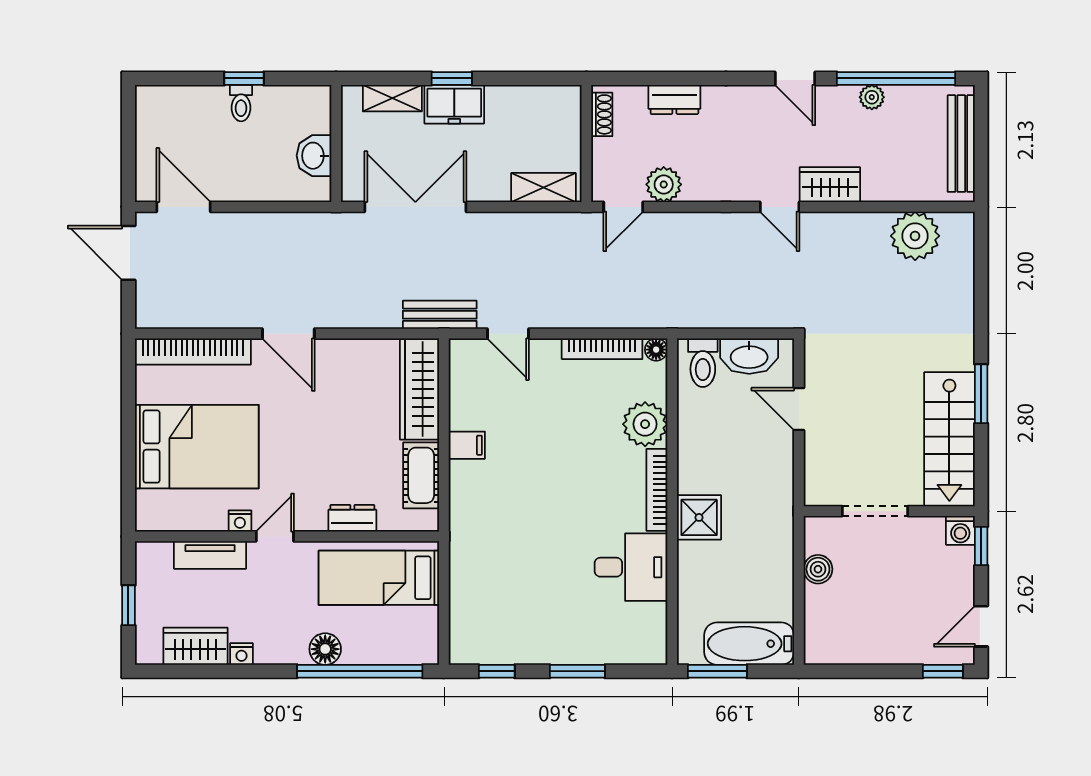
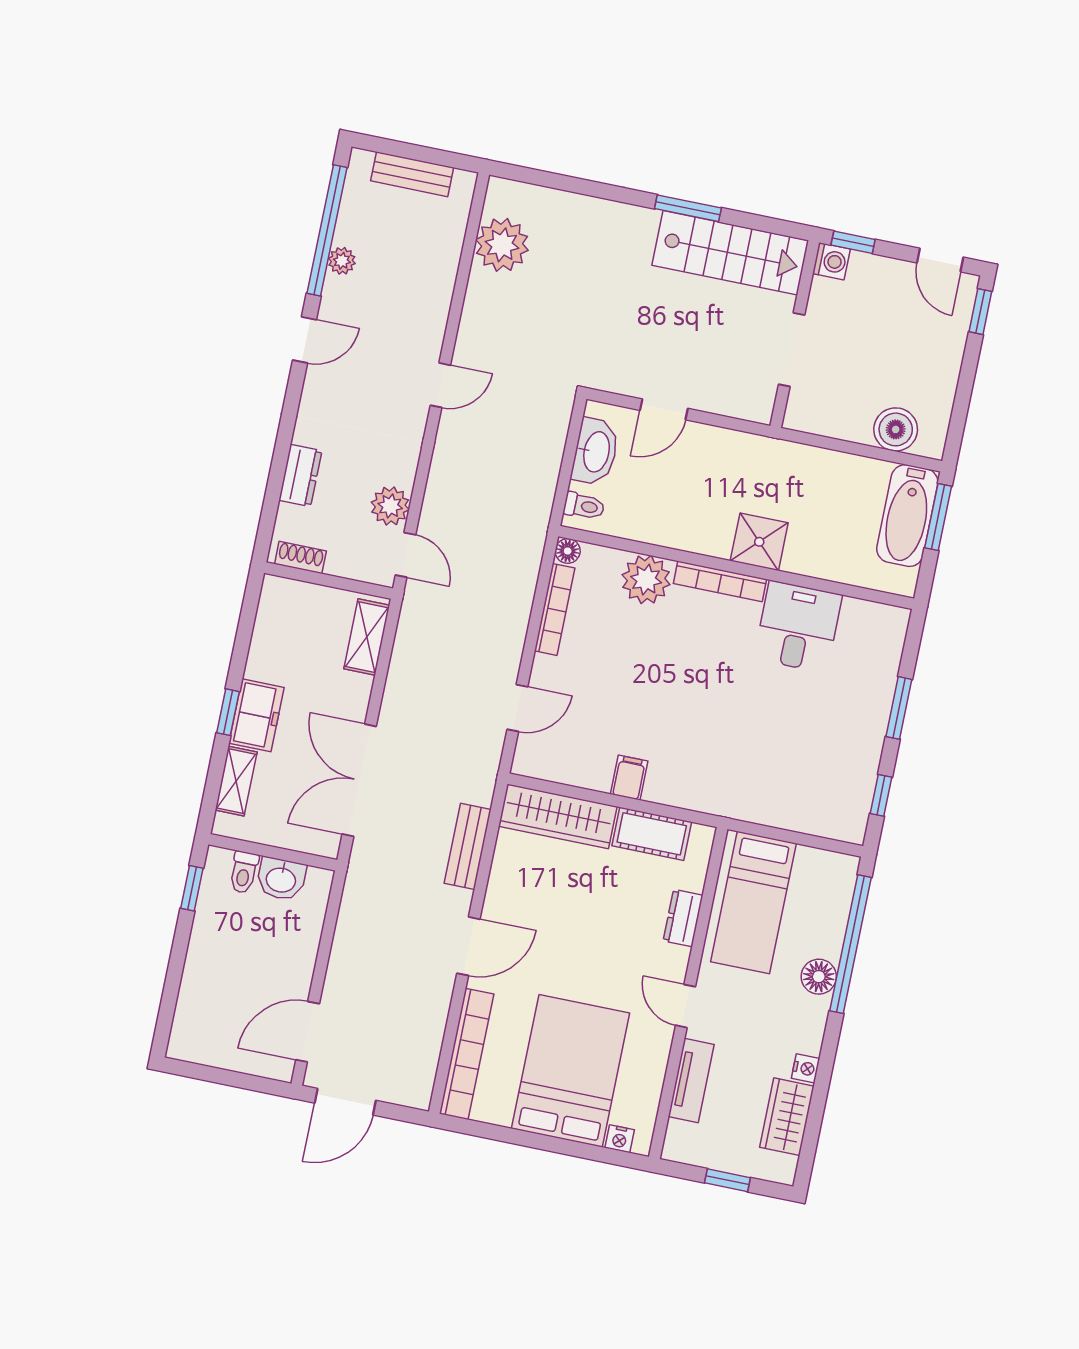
window: (244, 78) -> (192, 888), moved
toilet: (241, 103) -> (244, 872), moved, turned 90
bench: (961, 144) -> (412, 174), width x0.73
wardrobe: (830, 185) -> (427, 326), removed
bench: (440, 315) -> (468, 846), moved
toilet: (703, 363) -> (584, 506), width x0.73, depth x0.72
nightstand: (240, 521) -> (620, 1139), moved, turned 90
boiler: (818, 569) -> (896, 429), moved, width x1.36, depth x1.36
window: (717, 671) -> (938, 517), moved

